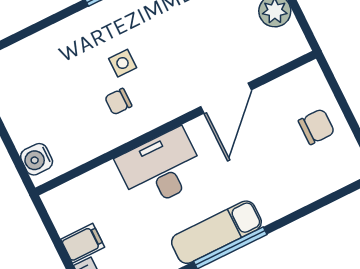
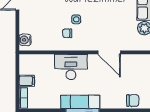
door: (226, 98) -> (109, 52), hinge flipped
chair: (317, 127) -> (133, 101), moved

